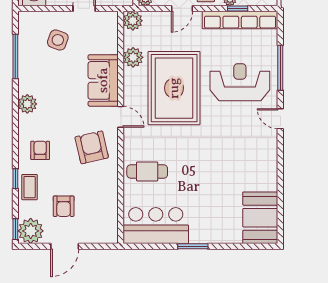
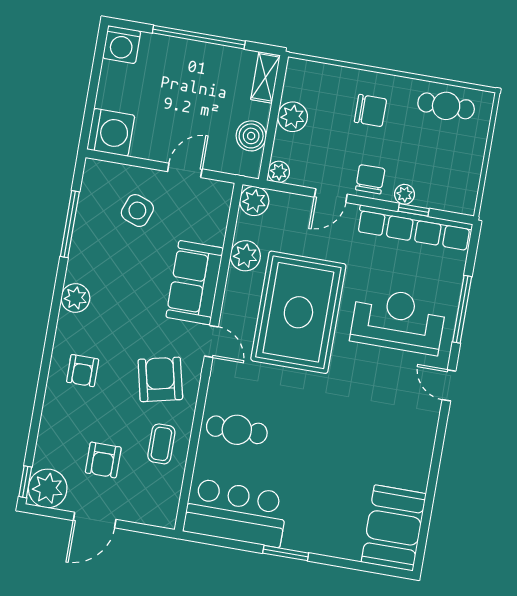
armchair: (40, 150) -> (83, 371), turned 180
window: (15, 179) -> (38, 406), removed
coffee table: (30, 187) -> (161, 444), moved

